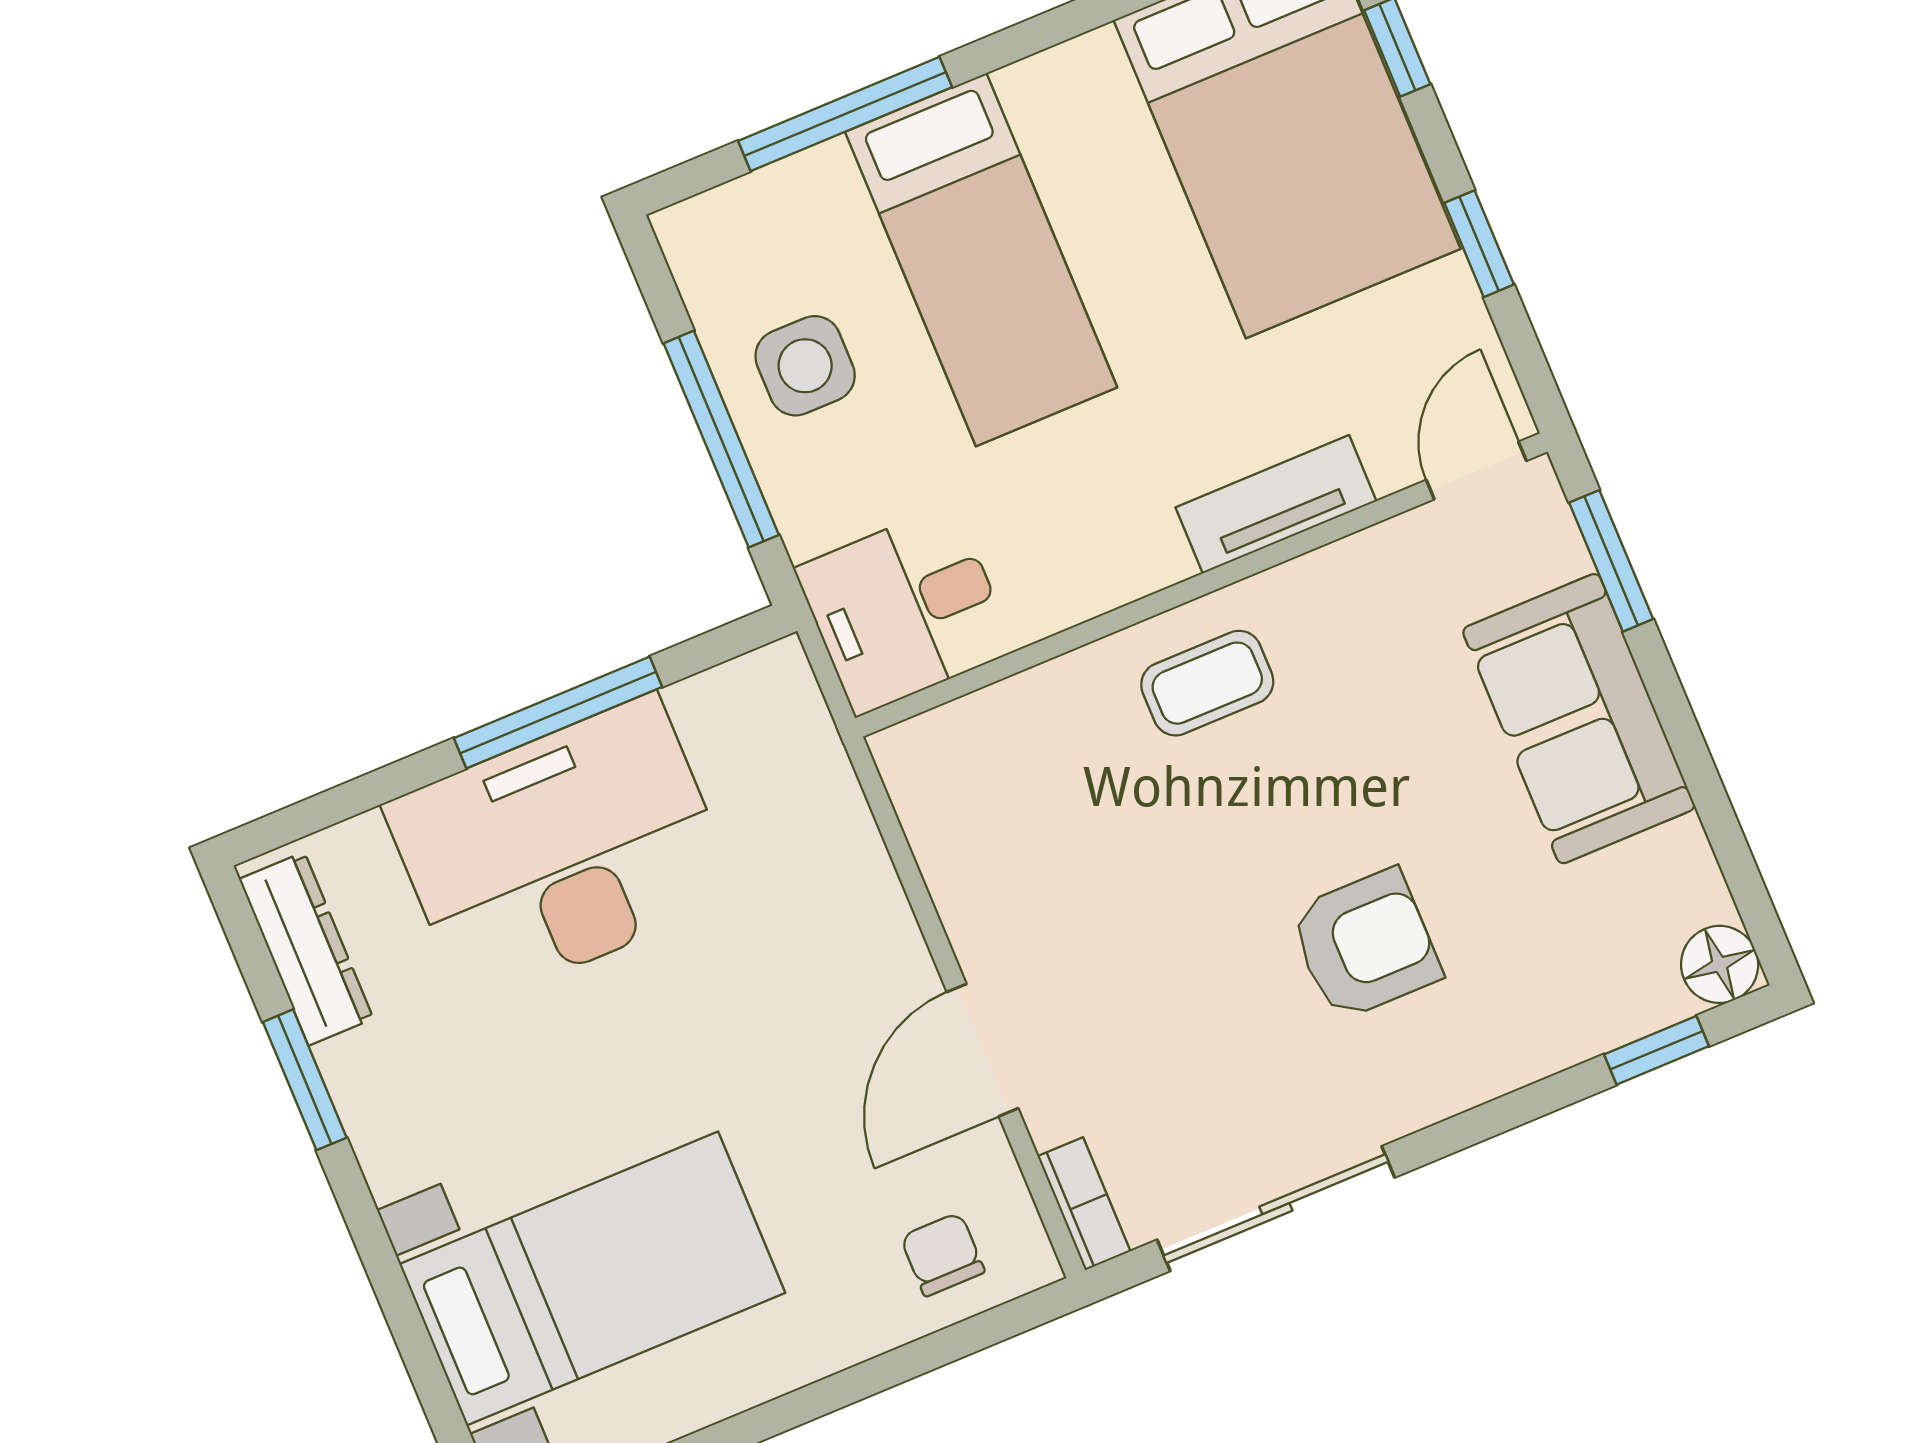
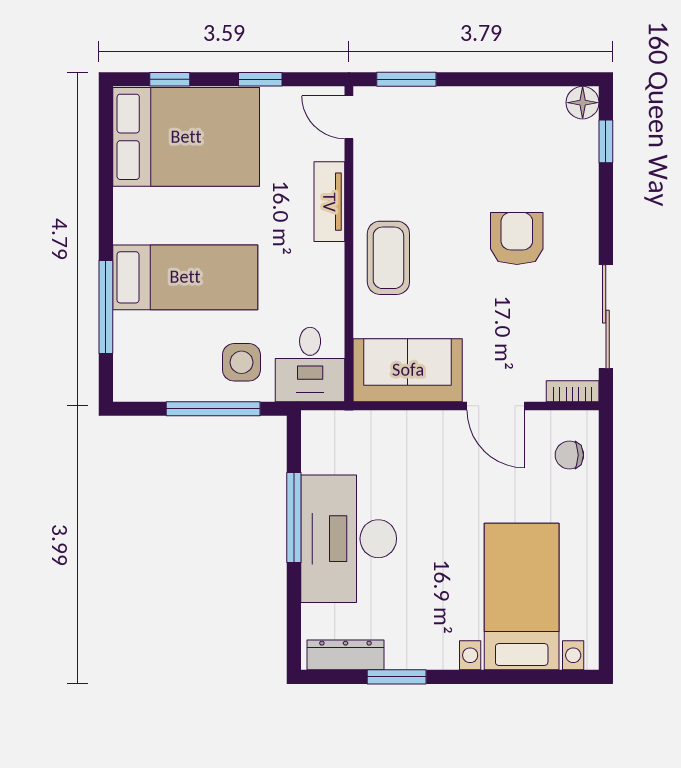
side table: (805, 366) -> (241, 362), moved
coffee table: (1207, 683) -> (388, 258), width x1.36, depth x1.30
sofa: (1579, 719) -> (408, 370), moved, turned 180

